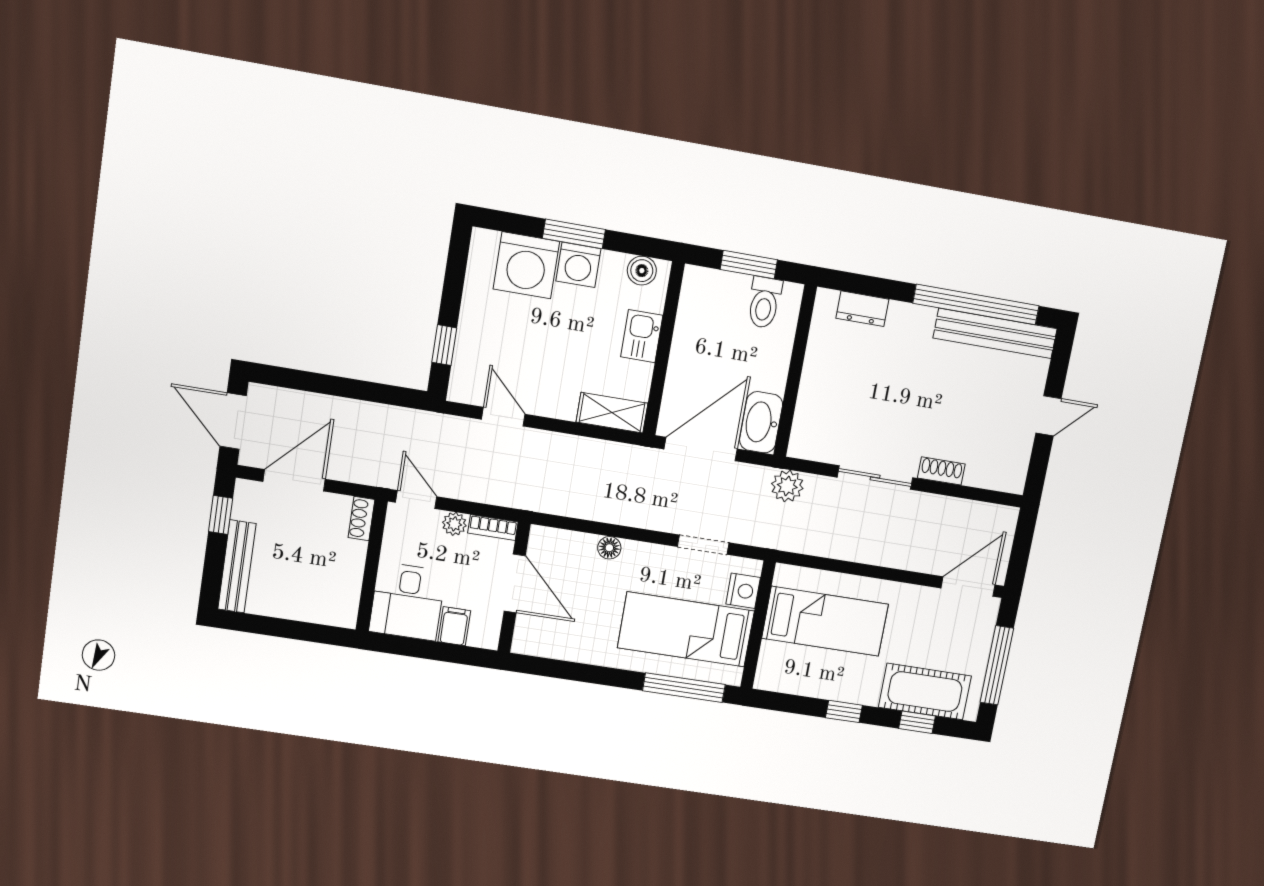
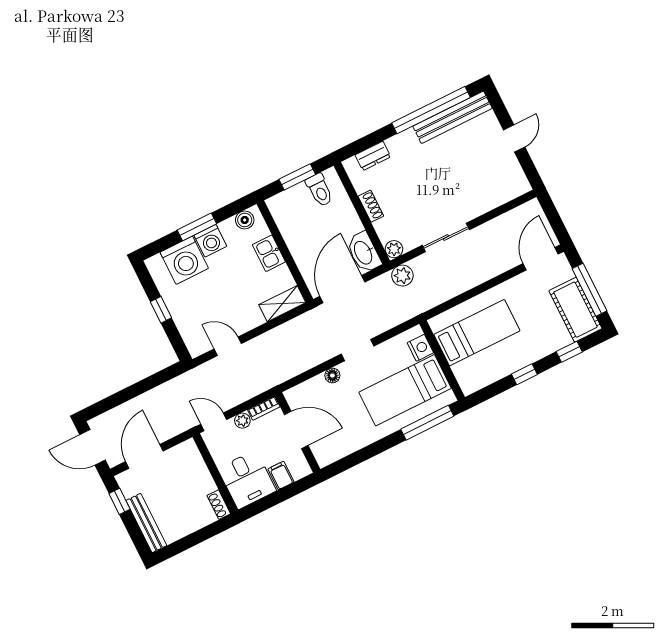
window: (444, 345) -> (161, 310), moved
plant: (801, 446) -> (394, 249), added
shoe rack: (941, 471) -> (371, 206), moved, turned 90
shoe rack: (361, 519) -> (219, 505), moved
doorway: (703, 545) -> (358, 350), moved
cot: (925, 692) -> (575, 310), moved, turned 90

